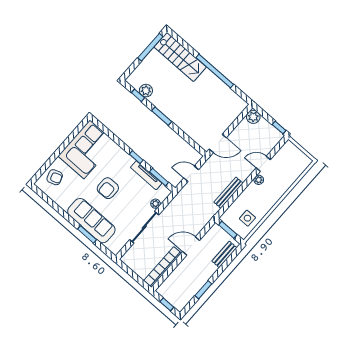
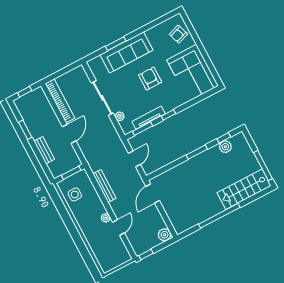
bench: (224, 254) -> (44, 150), moved

